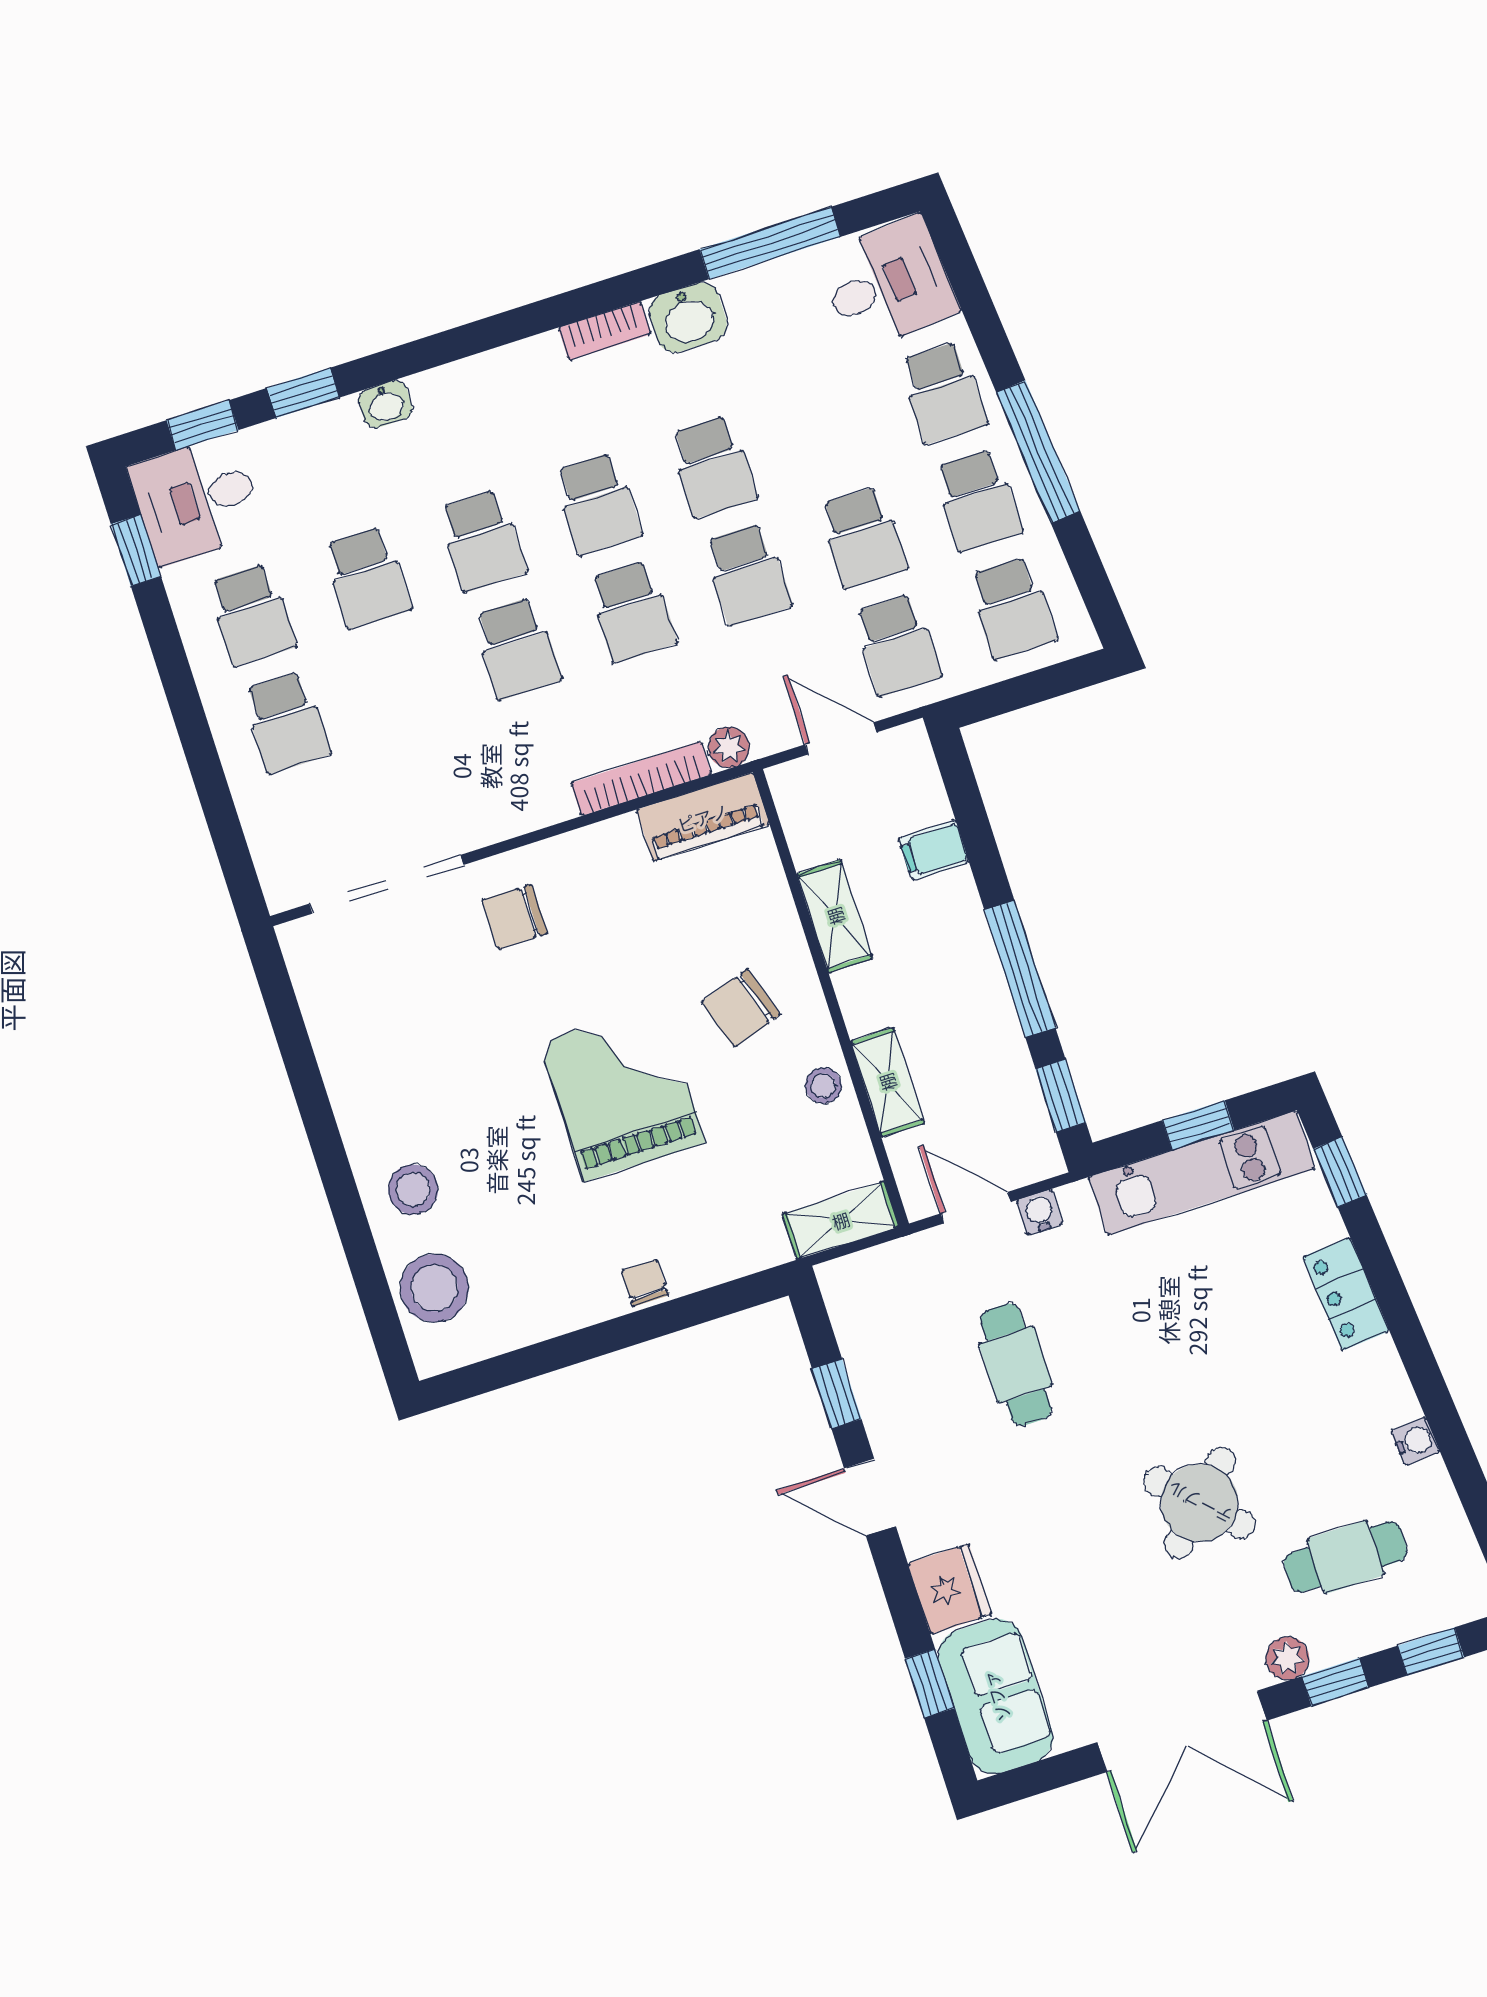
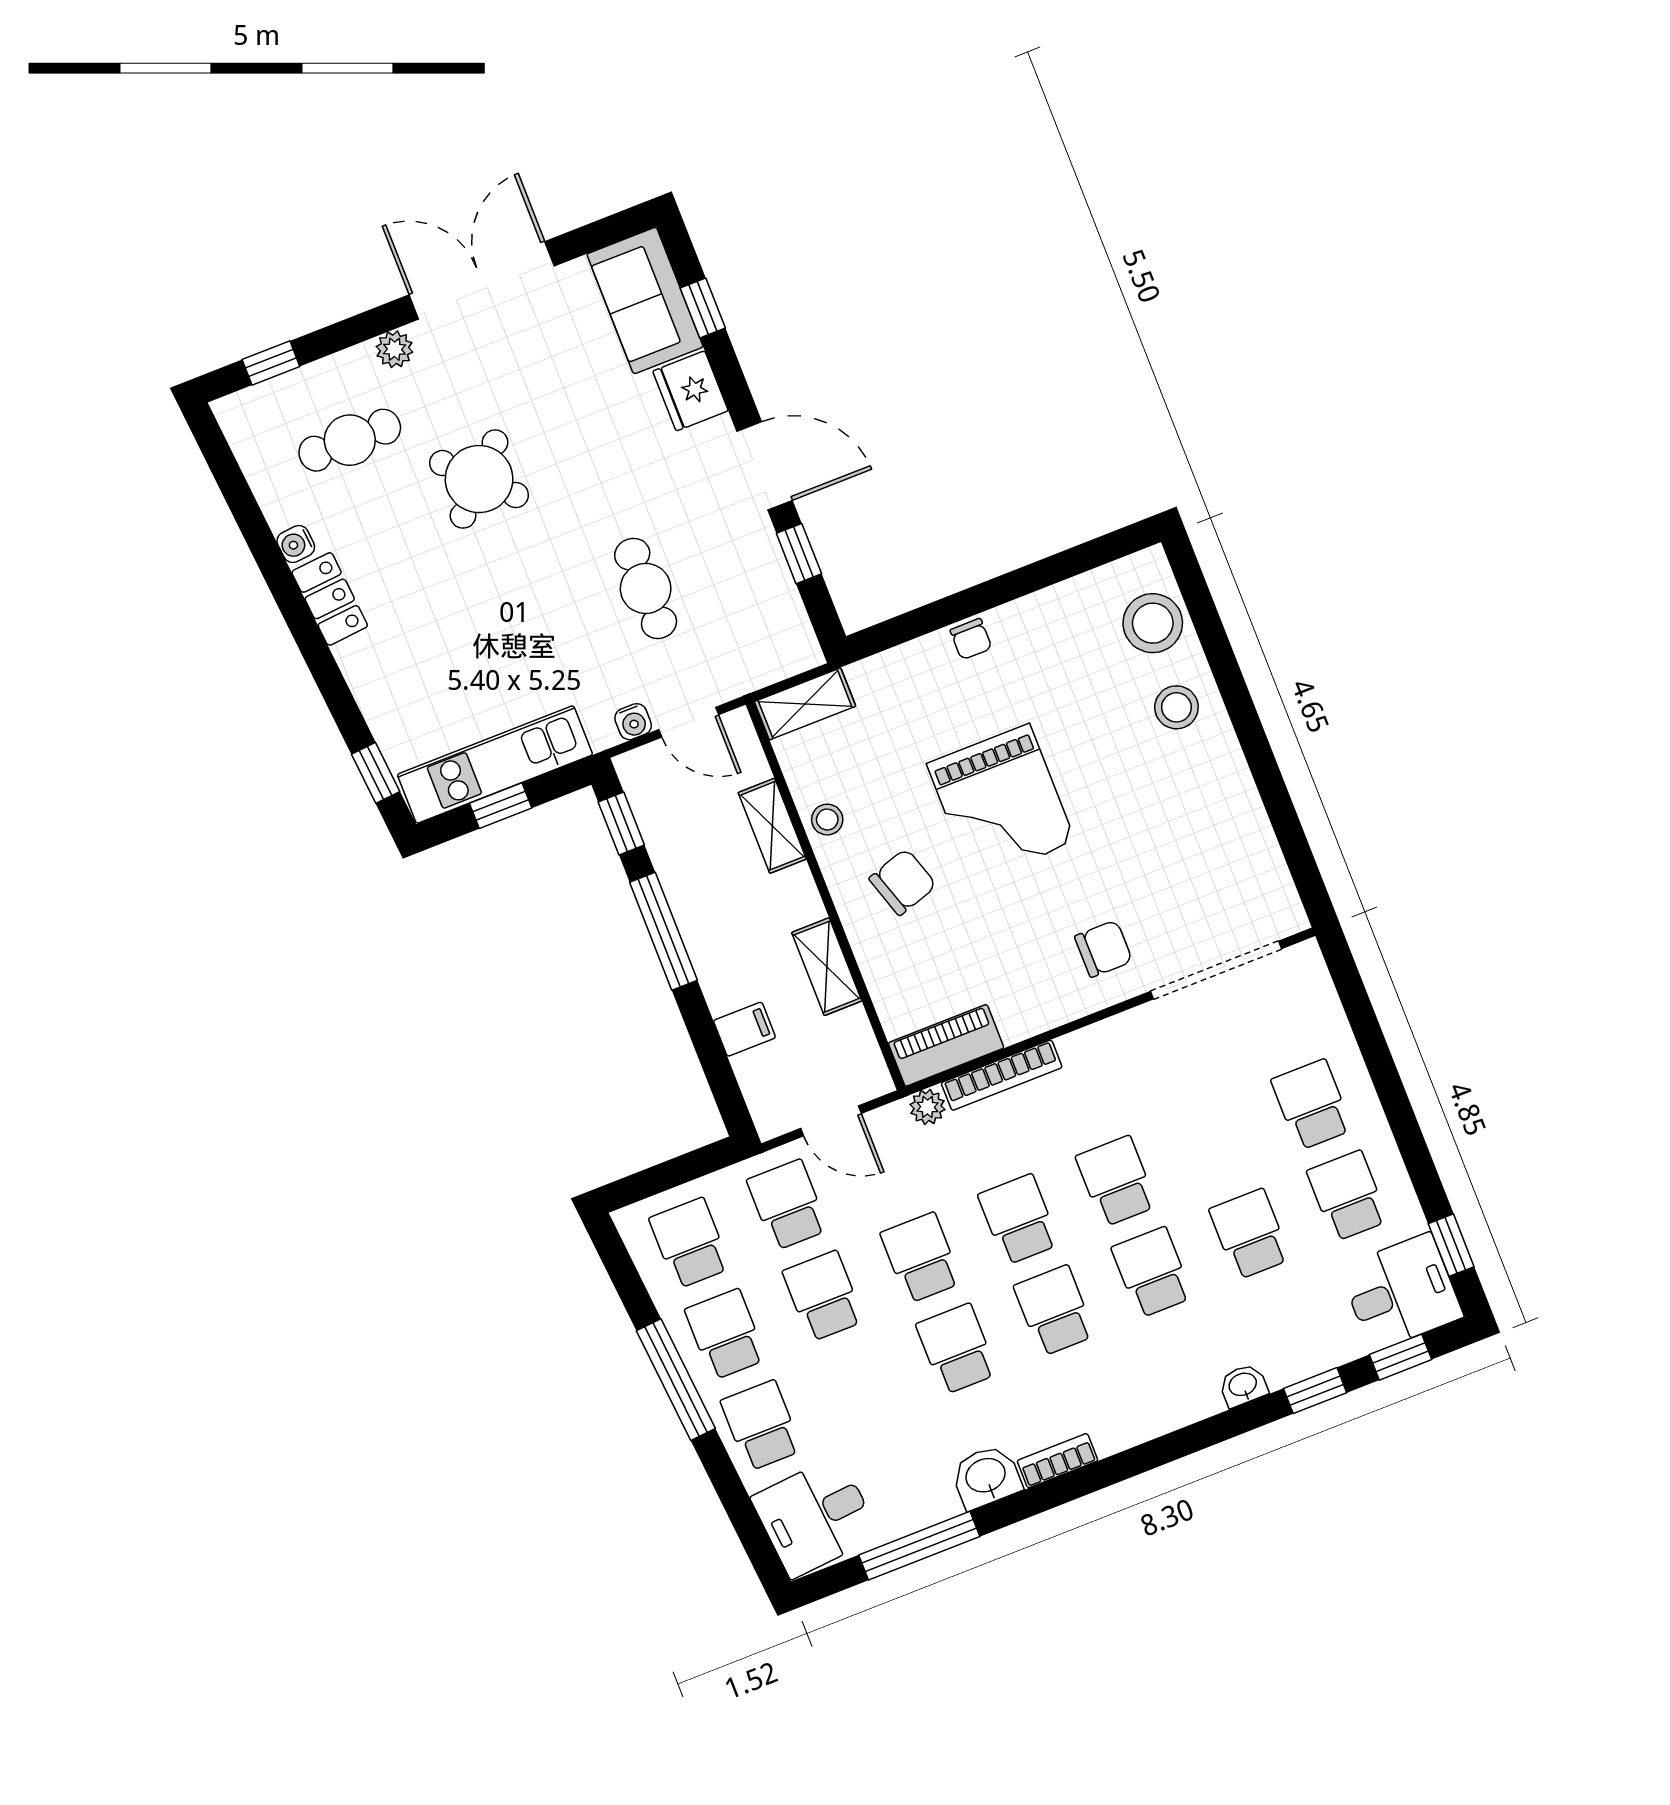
locker: (1346, 1294) -> (330, 599), moved
door: (870, 1497) -> (765, 466), width x1.38
window: (1335, 1682) -> (352, 331), removed

